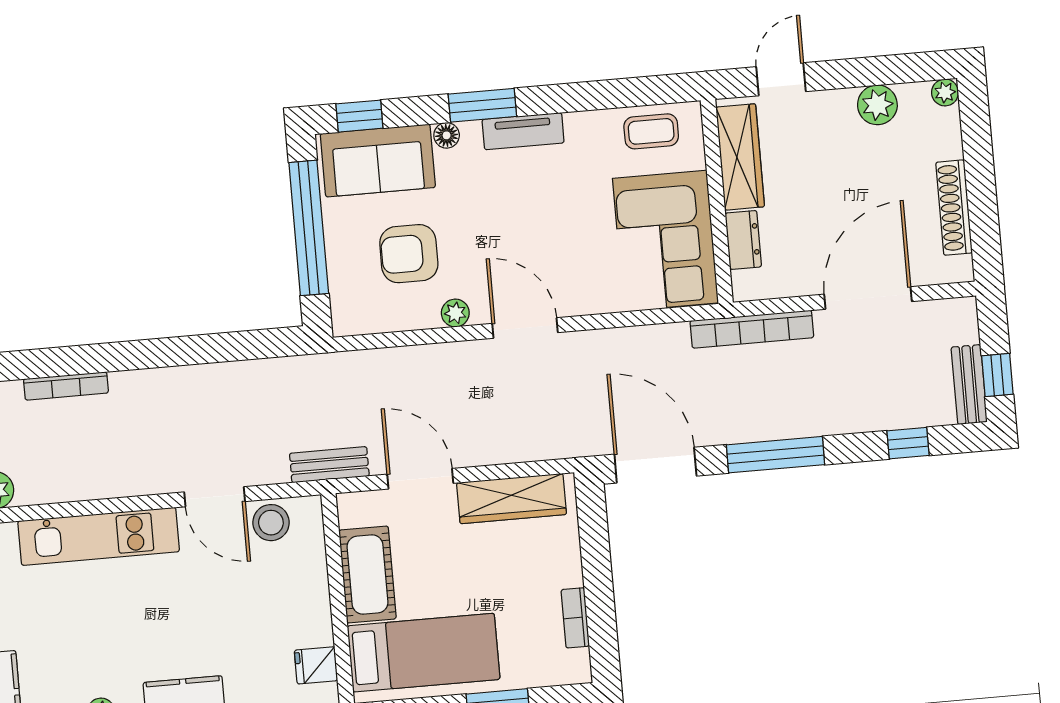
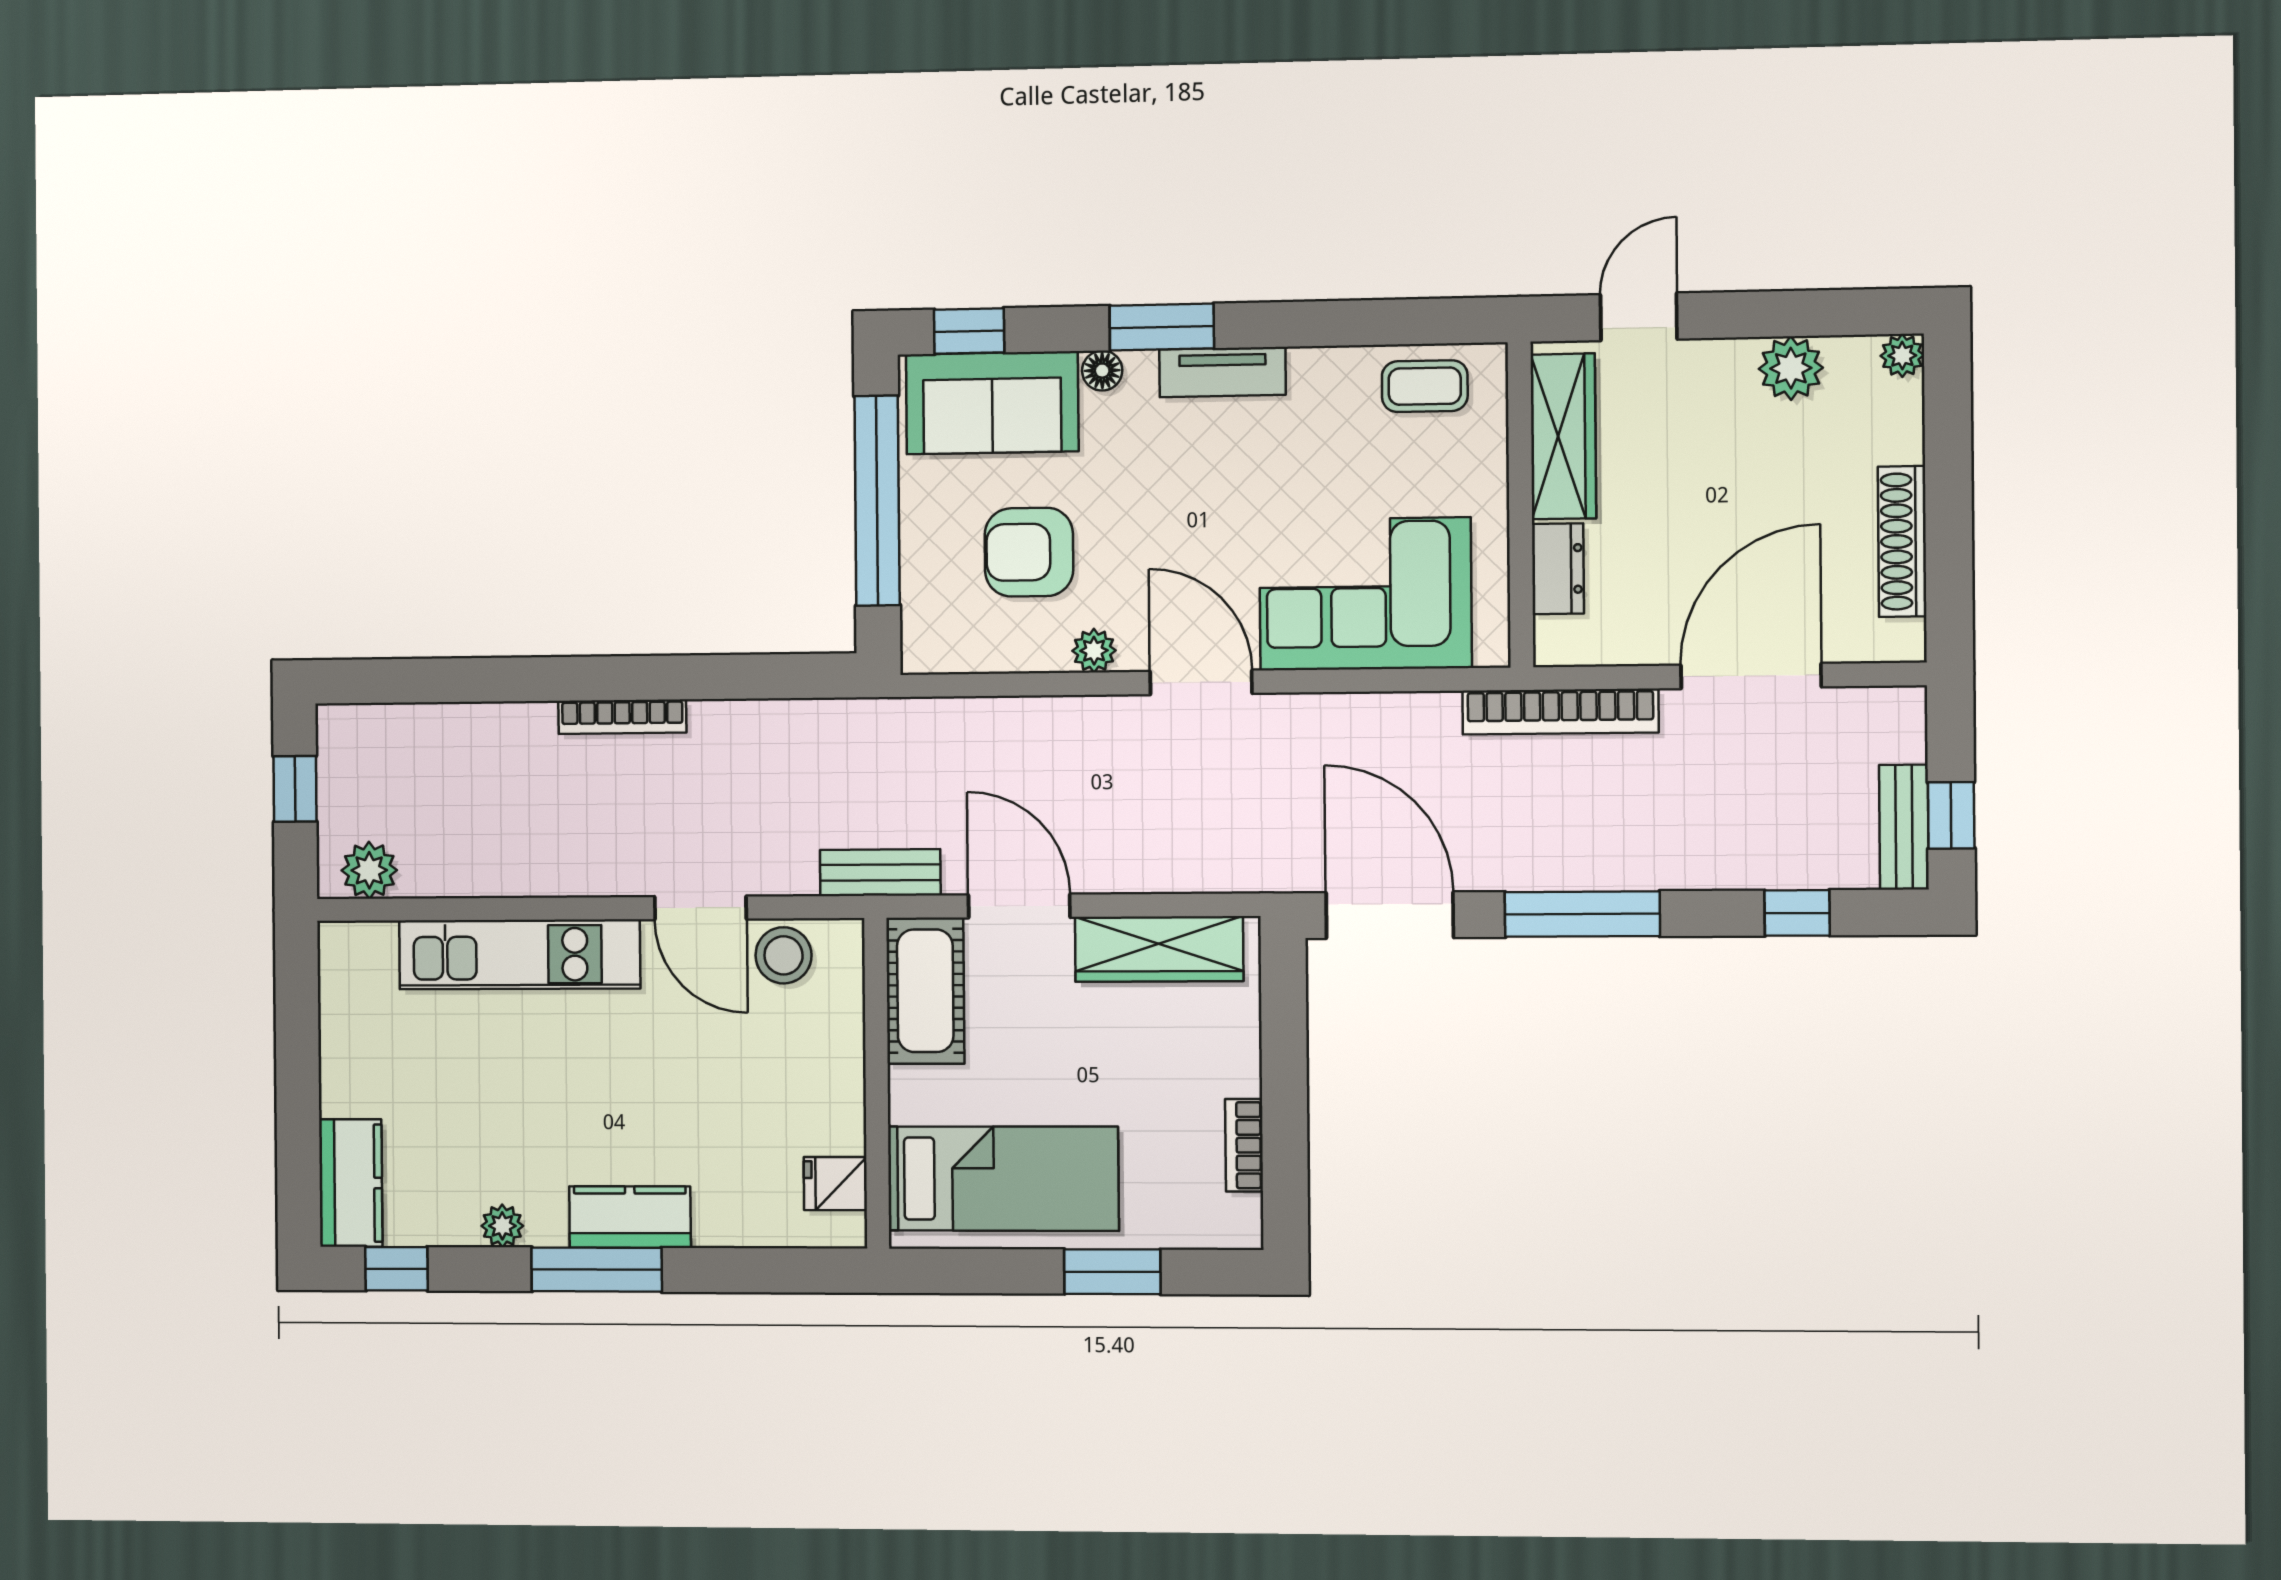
corner sofa: (665, 241) -> (1365, 594), moved, turned 90
bookcase: (66, 386) -> (622, 717), moved
cot: (368, 574) -> (925, 991), moved

